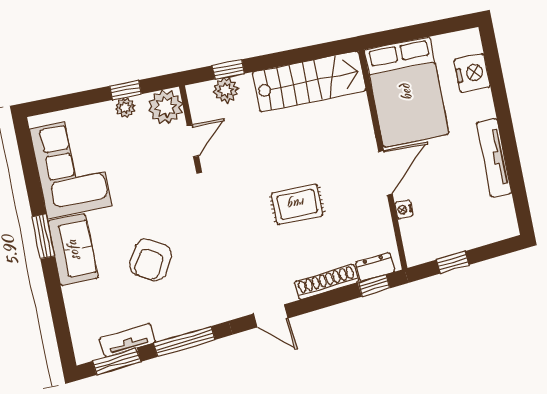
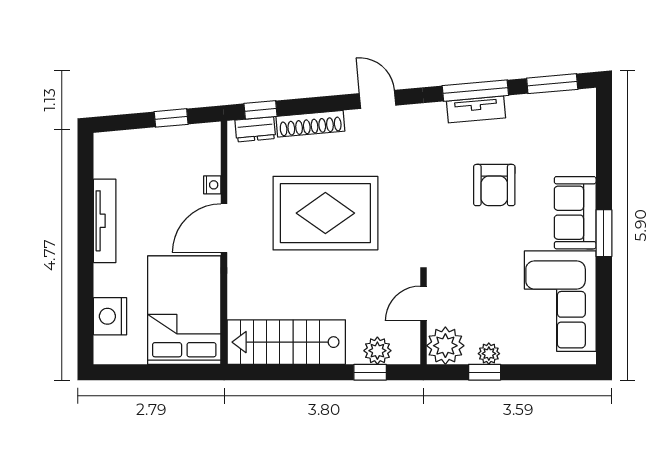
rug: (297, 204) -> (325, 213), width x1.86, depth x2.06
armchair: (150, 260) -> (494, 185), turned 150
tv unit: (128, 340) -> (476, 109), moved

